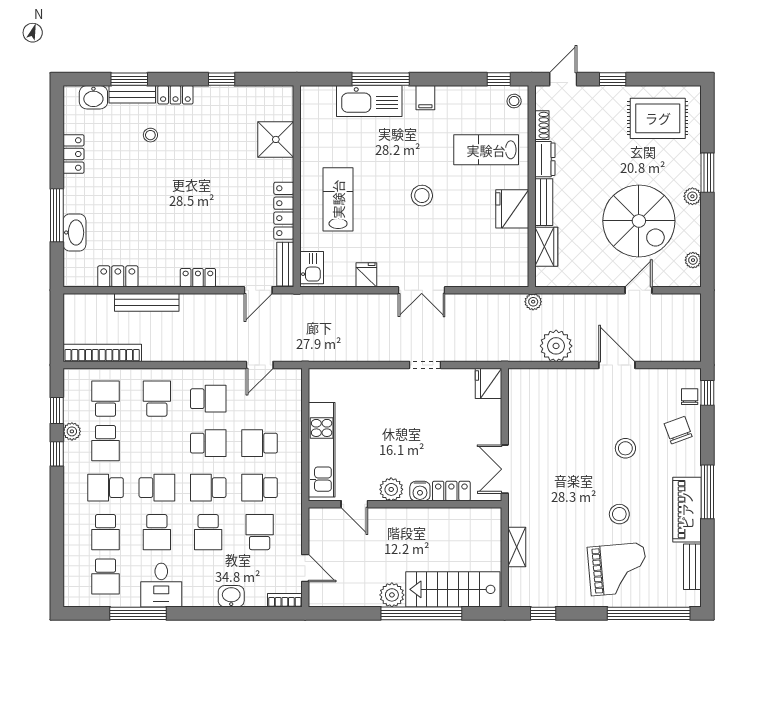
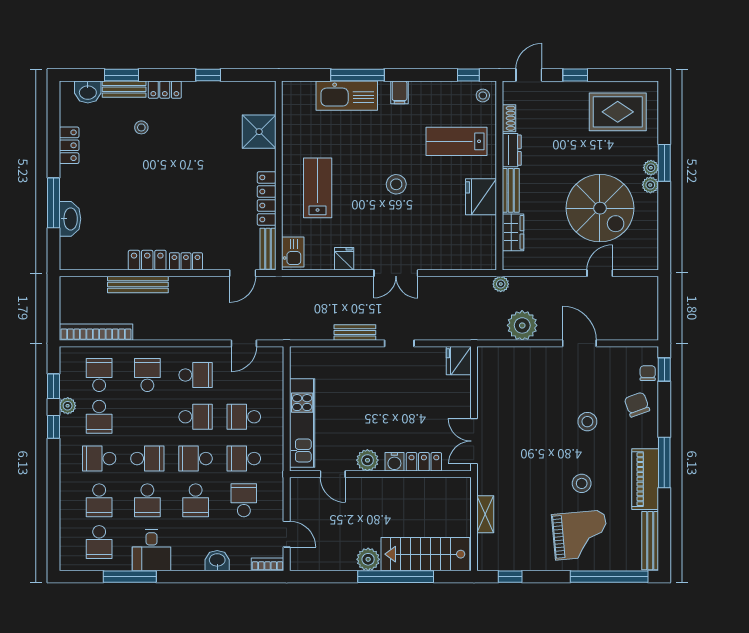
plant: (693, 260) -> (651, 168), moved
locker: (118, 276) -> (147, 260), moved
bench: (378, 353) -> (355, 332), added
bench: (692, 567) -> (650, 541), width x1.36

